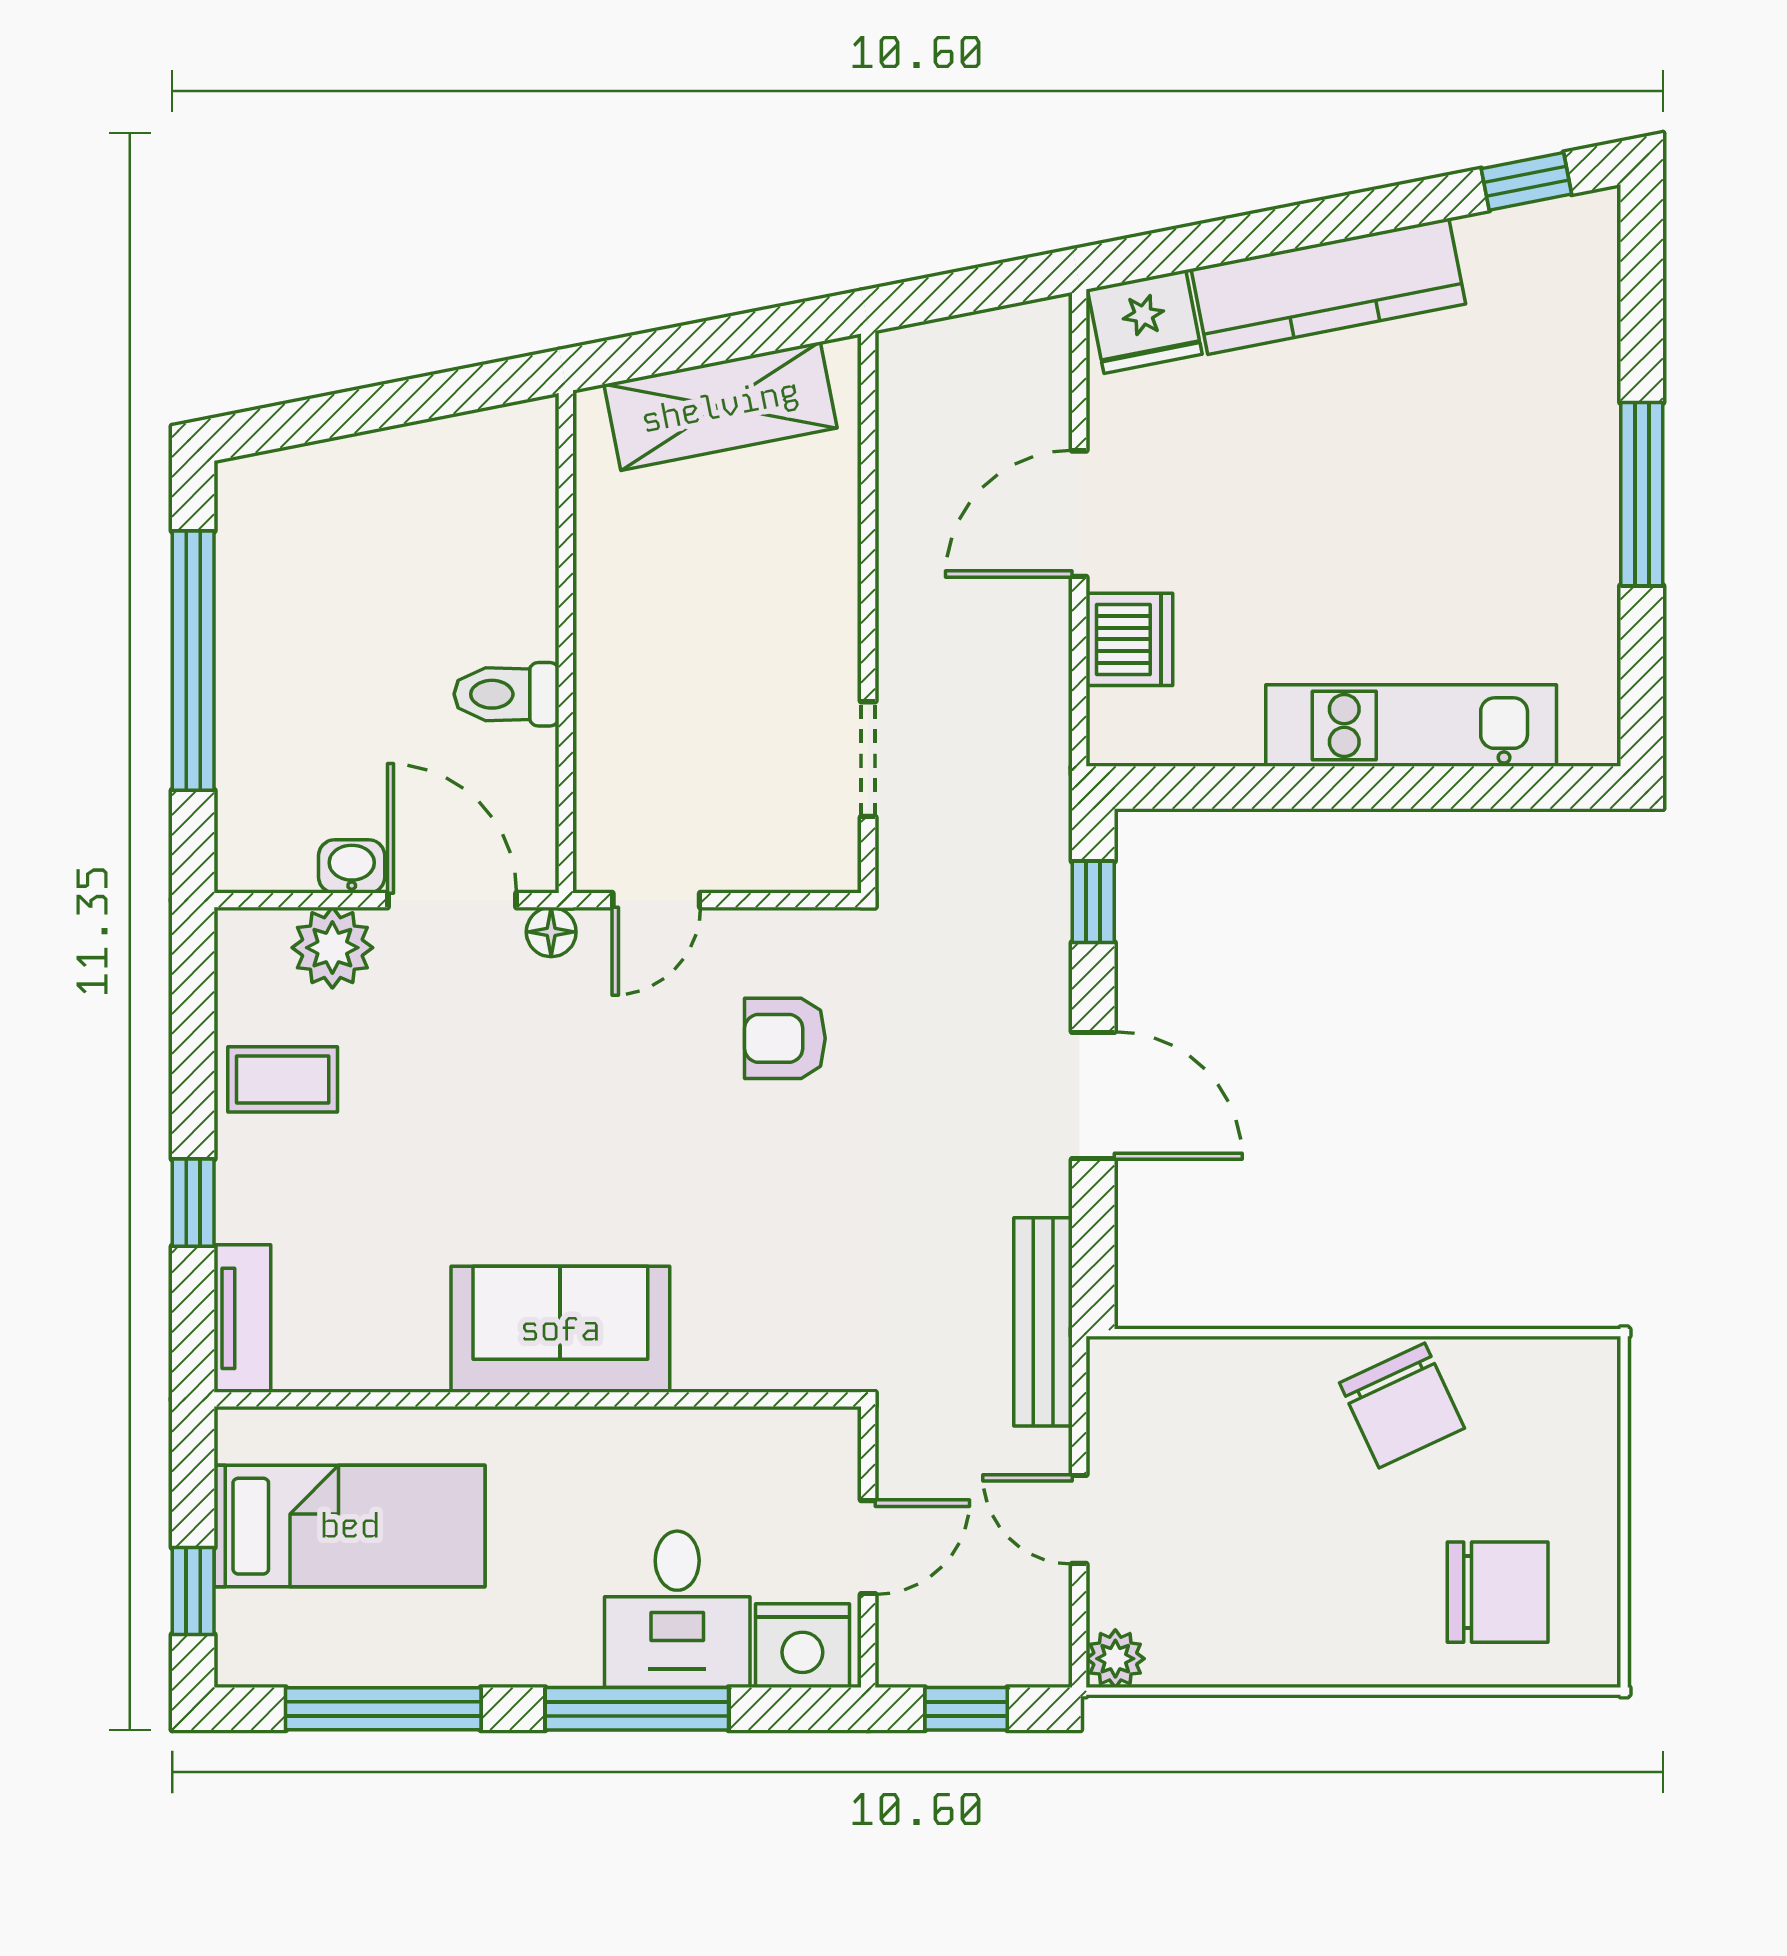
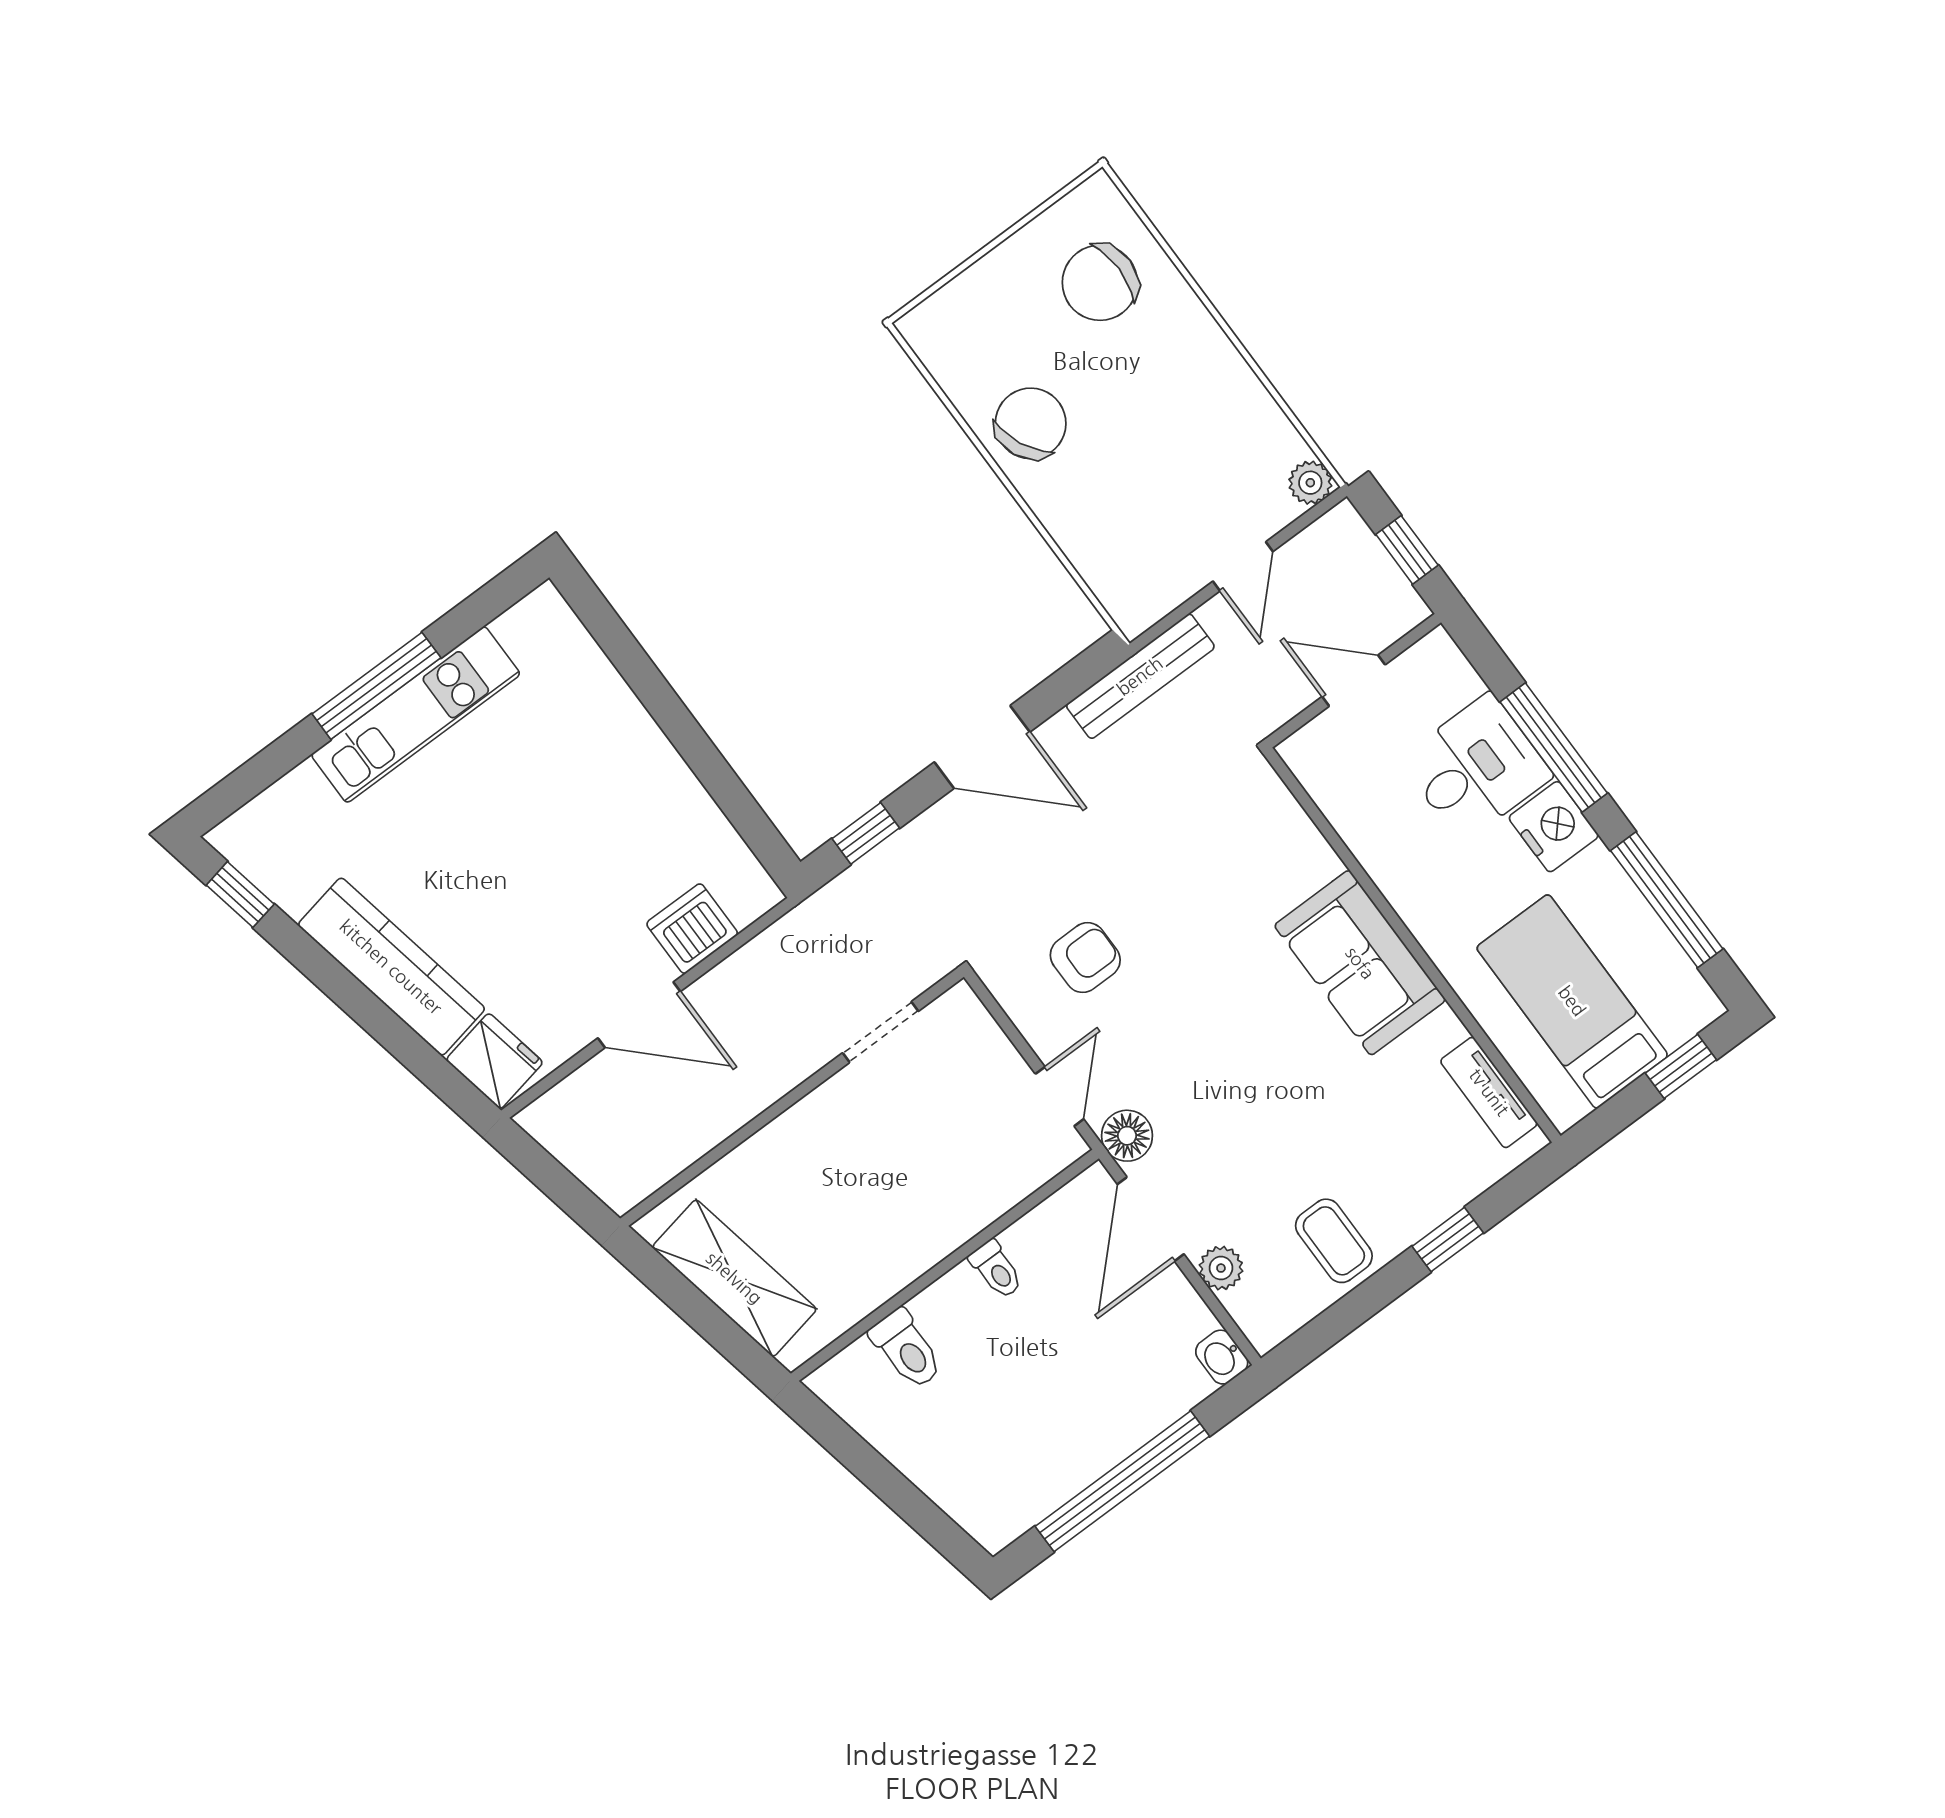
toilet: (507, 534) -> (907, 1349), added
toilet: (506, 694) -> (996, 1269), width x0.73, depth x0.72
kitchen unit: (1411, 726) -> (416, 714), moved, turned -90
washbasin: (352, 866) -> (1222, 1357), moved
door: (656, 900) -> (1060, 1096), hinge flipped
floor lamp: (551, 932) -> (1127, 1136), width x1.37, depth x1.37
plant: (332, 948) -> (1221, 1268), width x0.73, depth x0.73
armchair: (785, 1038) -> (1085, 958), turned -90
door: (1093, 1095) -> (982, 747), swing flipped
tv unit: (242, 1318) -> (1489, 1092), moved, turned -90
chair: (1498, 1592) -> (1100, 283), turned -90
nightstand: (802, 1646) -> (1554, 827), moved

